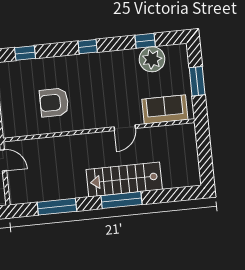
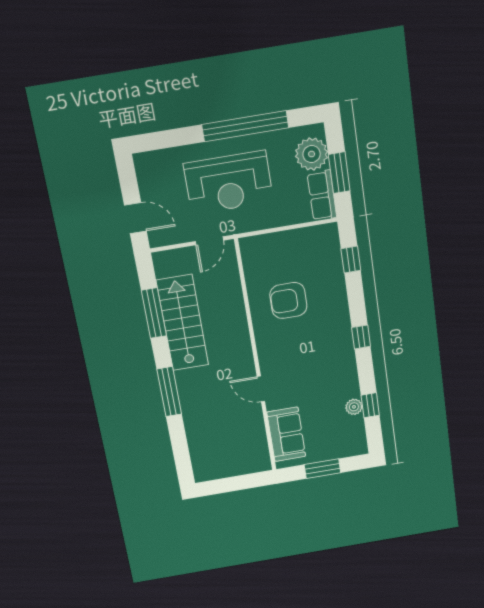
plant: (152, 59) -> (354, 407), width x0.53, depth x0.53
armchair: (54, 103) -> (288, 300), turned -90
stairs: (124, 179) -> (183, 323), moved

